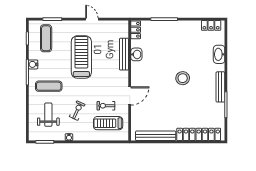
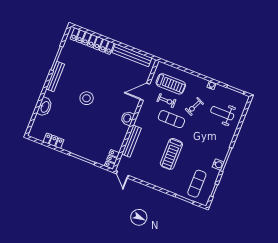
door: (92, 19) -> (122, 175), moved
locker: (211, 25) -> (54, 141), moved
washbasin: (136, 54) -> (127, 118), moved
treadmill: (81, 57) -> (171, 154), width x0.73, depth x0.73
exercise mat: (49, 86) -> (171, 119), moved
door: (130, 96) -> (145, 92), moved
weight bench: (48, 115) -> (222, 113), turned 90

